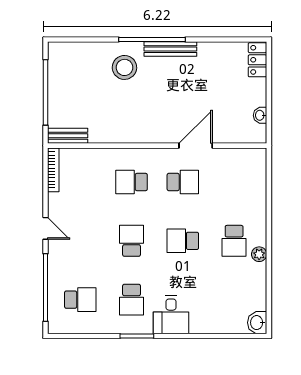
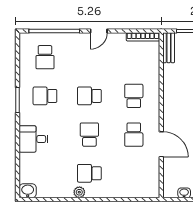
school desk: (132, 241) -> (89, 96), turned 180
desk: (171, 315) -> (34, 139), moved

